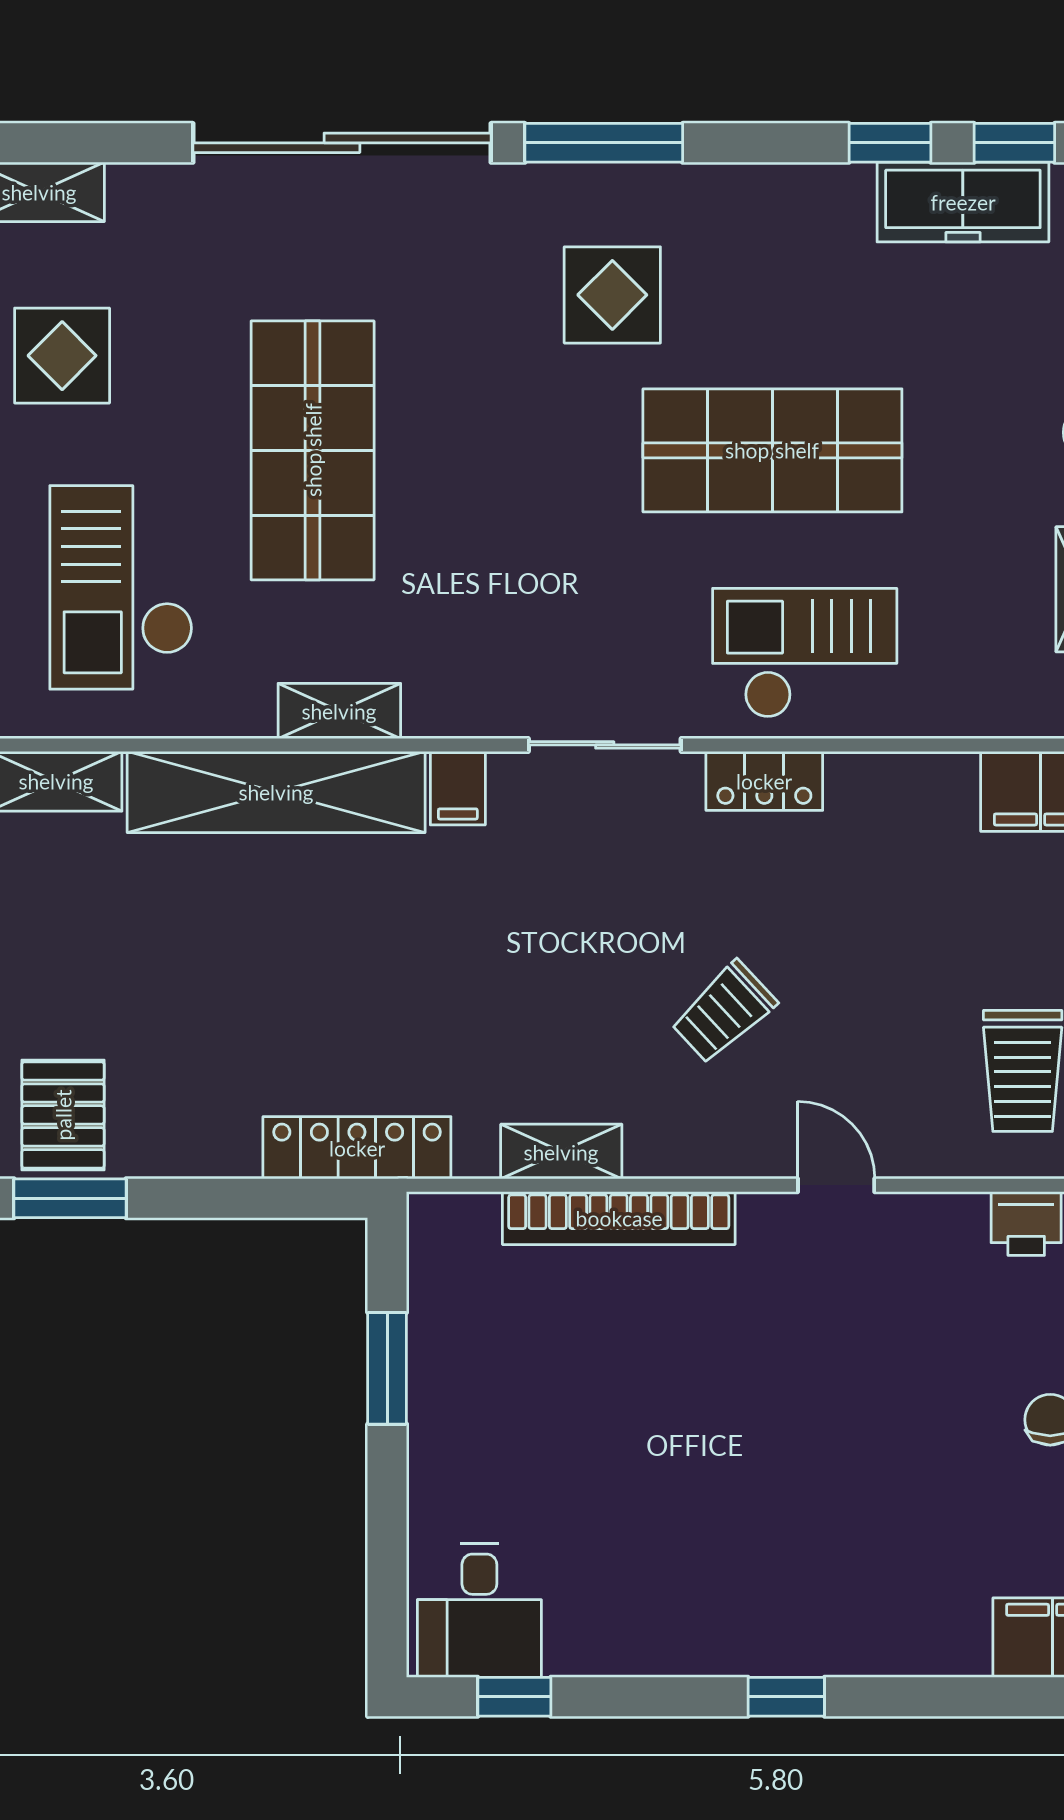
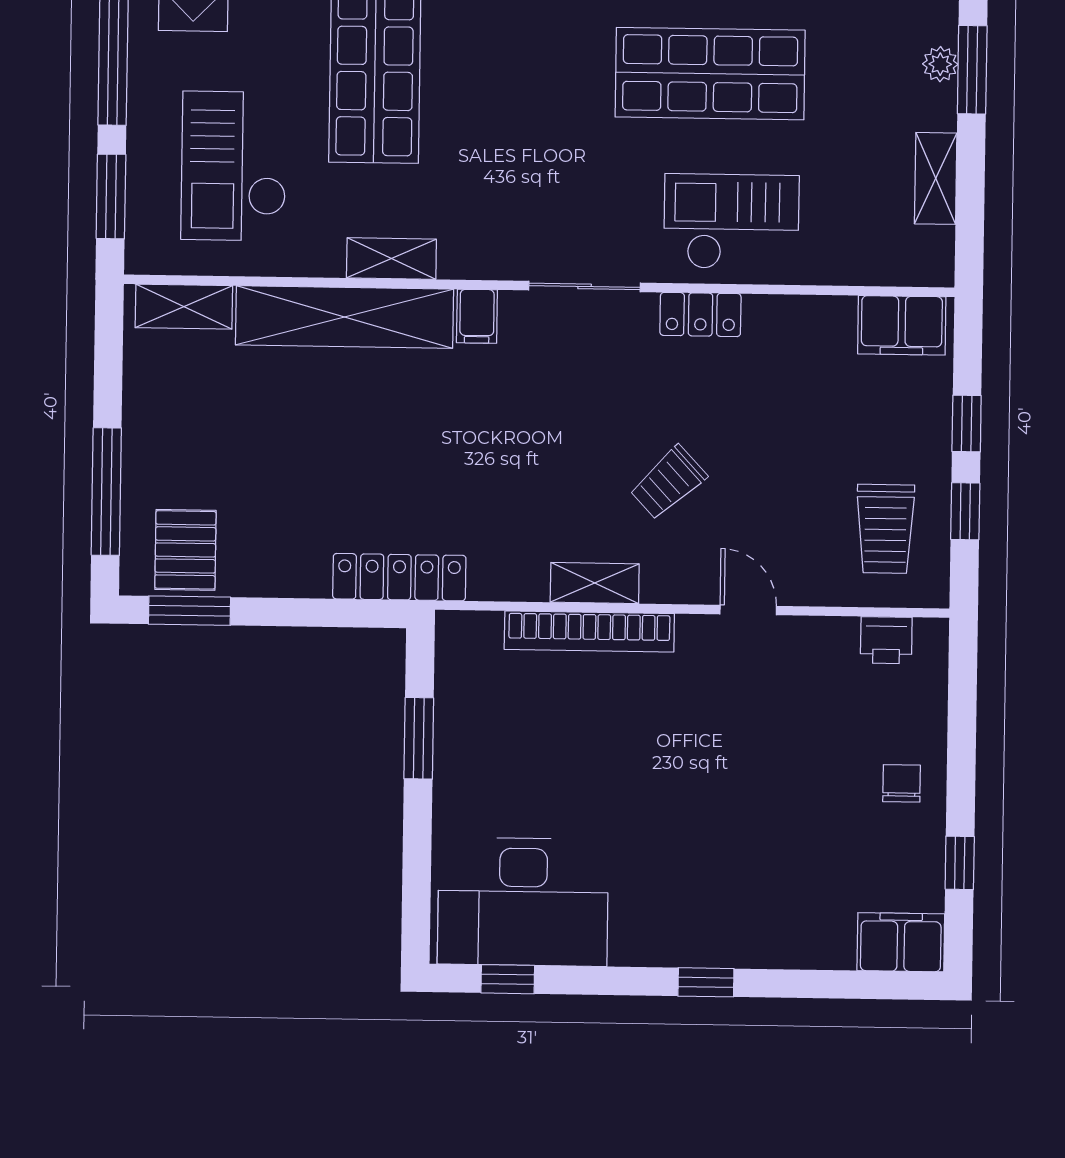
shelving: (561, 1152) -> (595, 583), moved
desk: (479, 1610) -> (523, 902), width x1.87, depth x1.30

